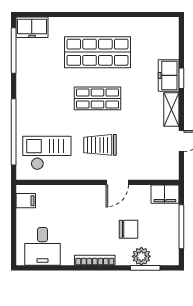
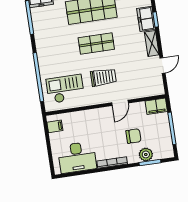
trolley: (100, 145) -> (103, 77), turned 180
desk: (43, 246) -> (77, 157), width x1.37

